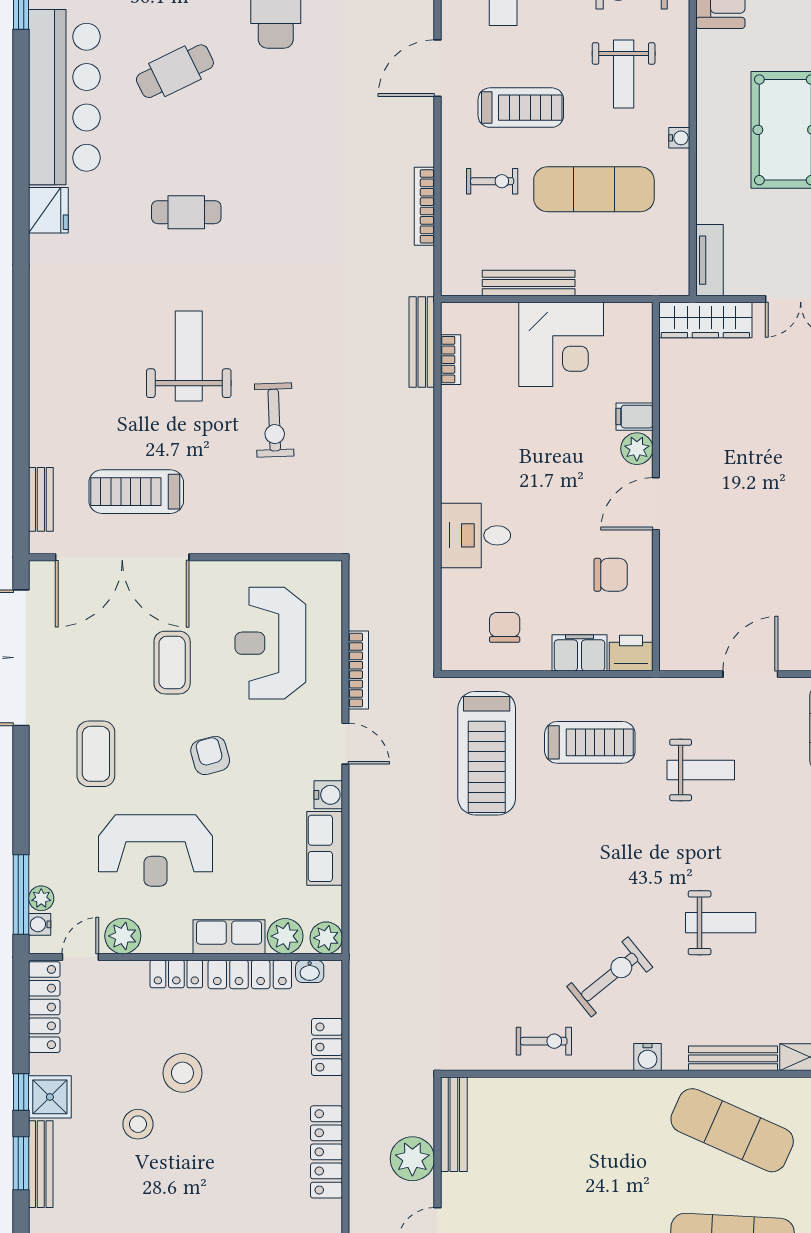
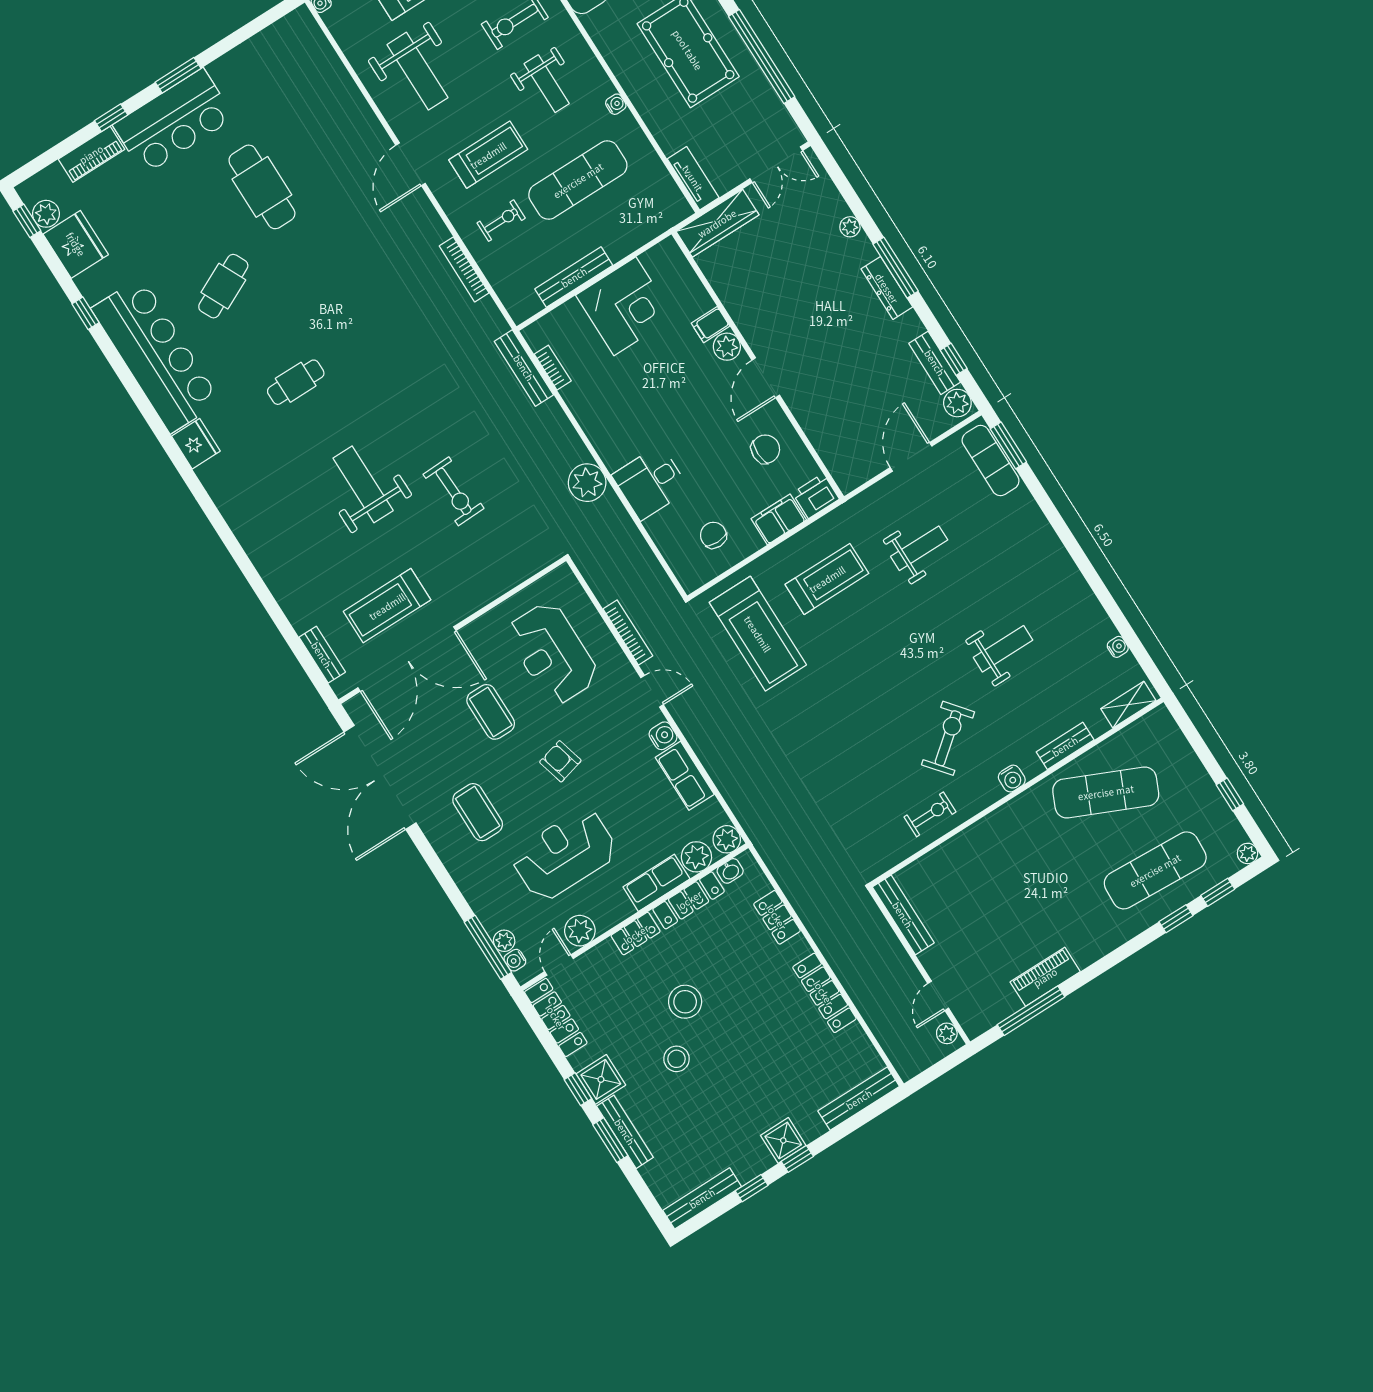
reception desk: (156, 850) -> (564, 854), turned 180
bench: (733, 1058) -> (1065, 746), width x0.73
plant: (412, 1159) -> (587, 483), moved

